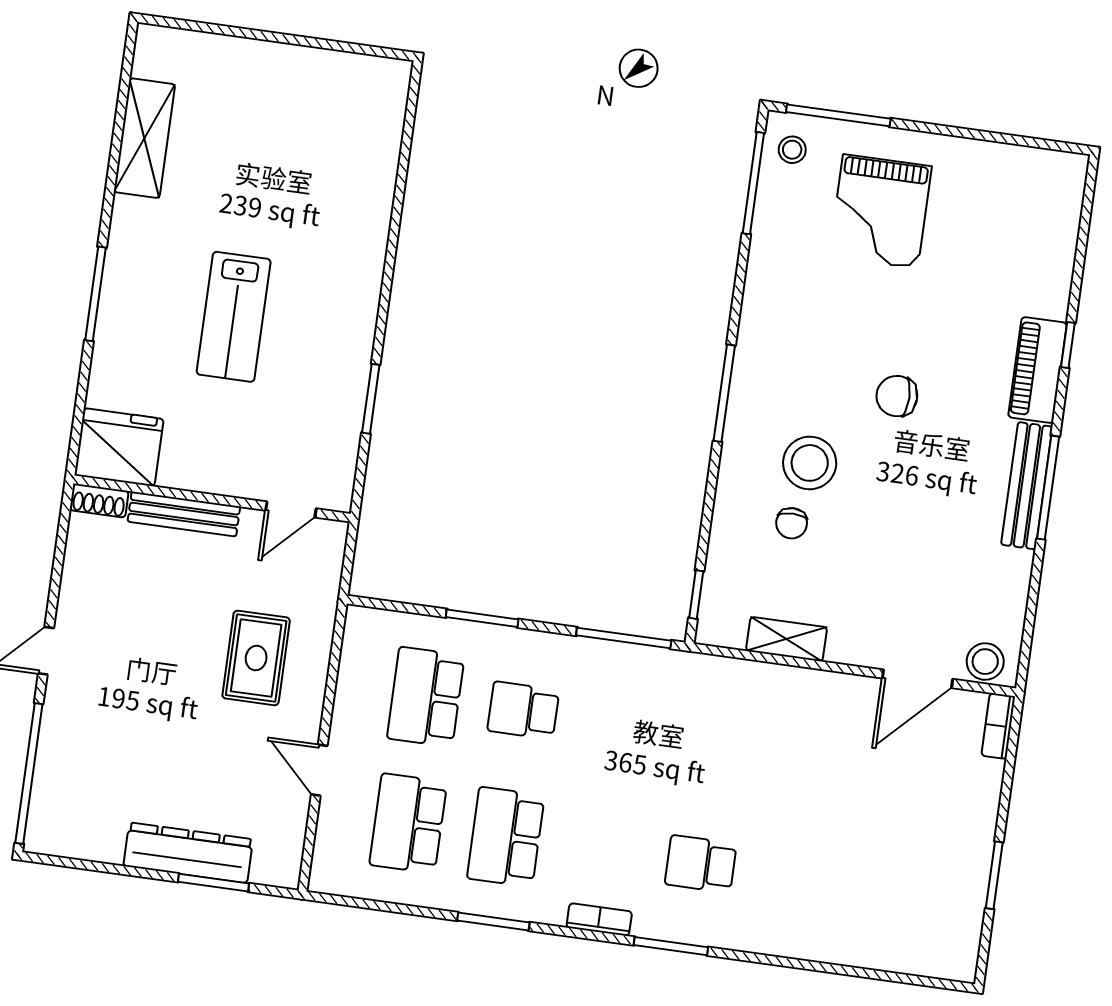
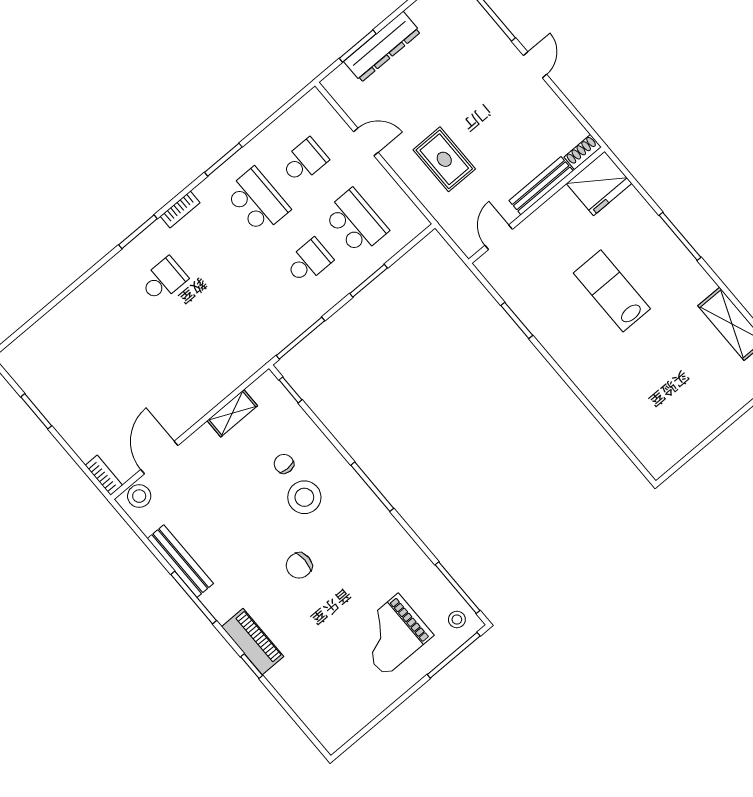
grand piano: (880, 211) -> (392, 635), turned -90
chair: (897, 396) -> (299, 566), turned 180
bench: (1027, 486) -> (180, 561), moved
school desk: (408, 823) -> (304, 161), width x0.54

